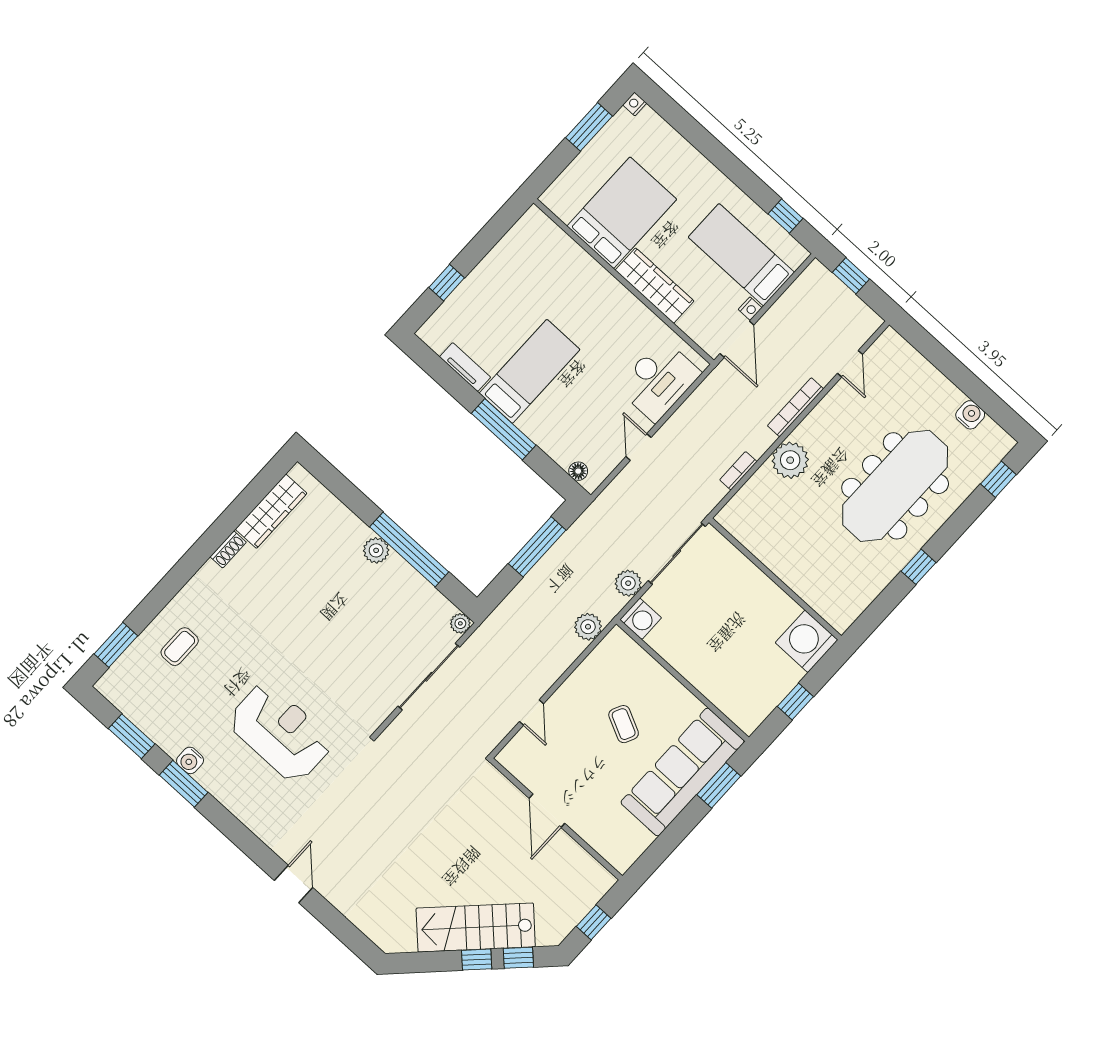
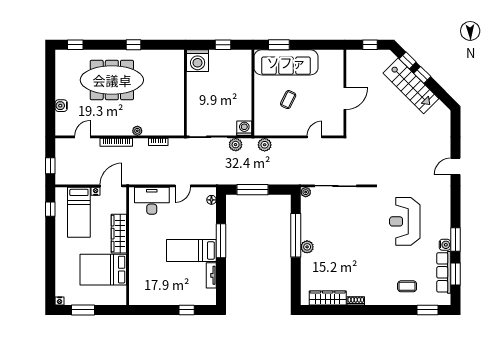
water cooler: (970, 415) -> (61, 106), moved
plant: (790, 460) -> (137, 131), width x0.53, depth x0.53
row of seats: (150, 721) -> (444, 272), added

